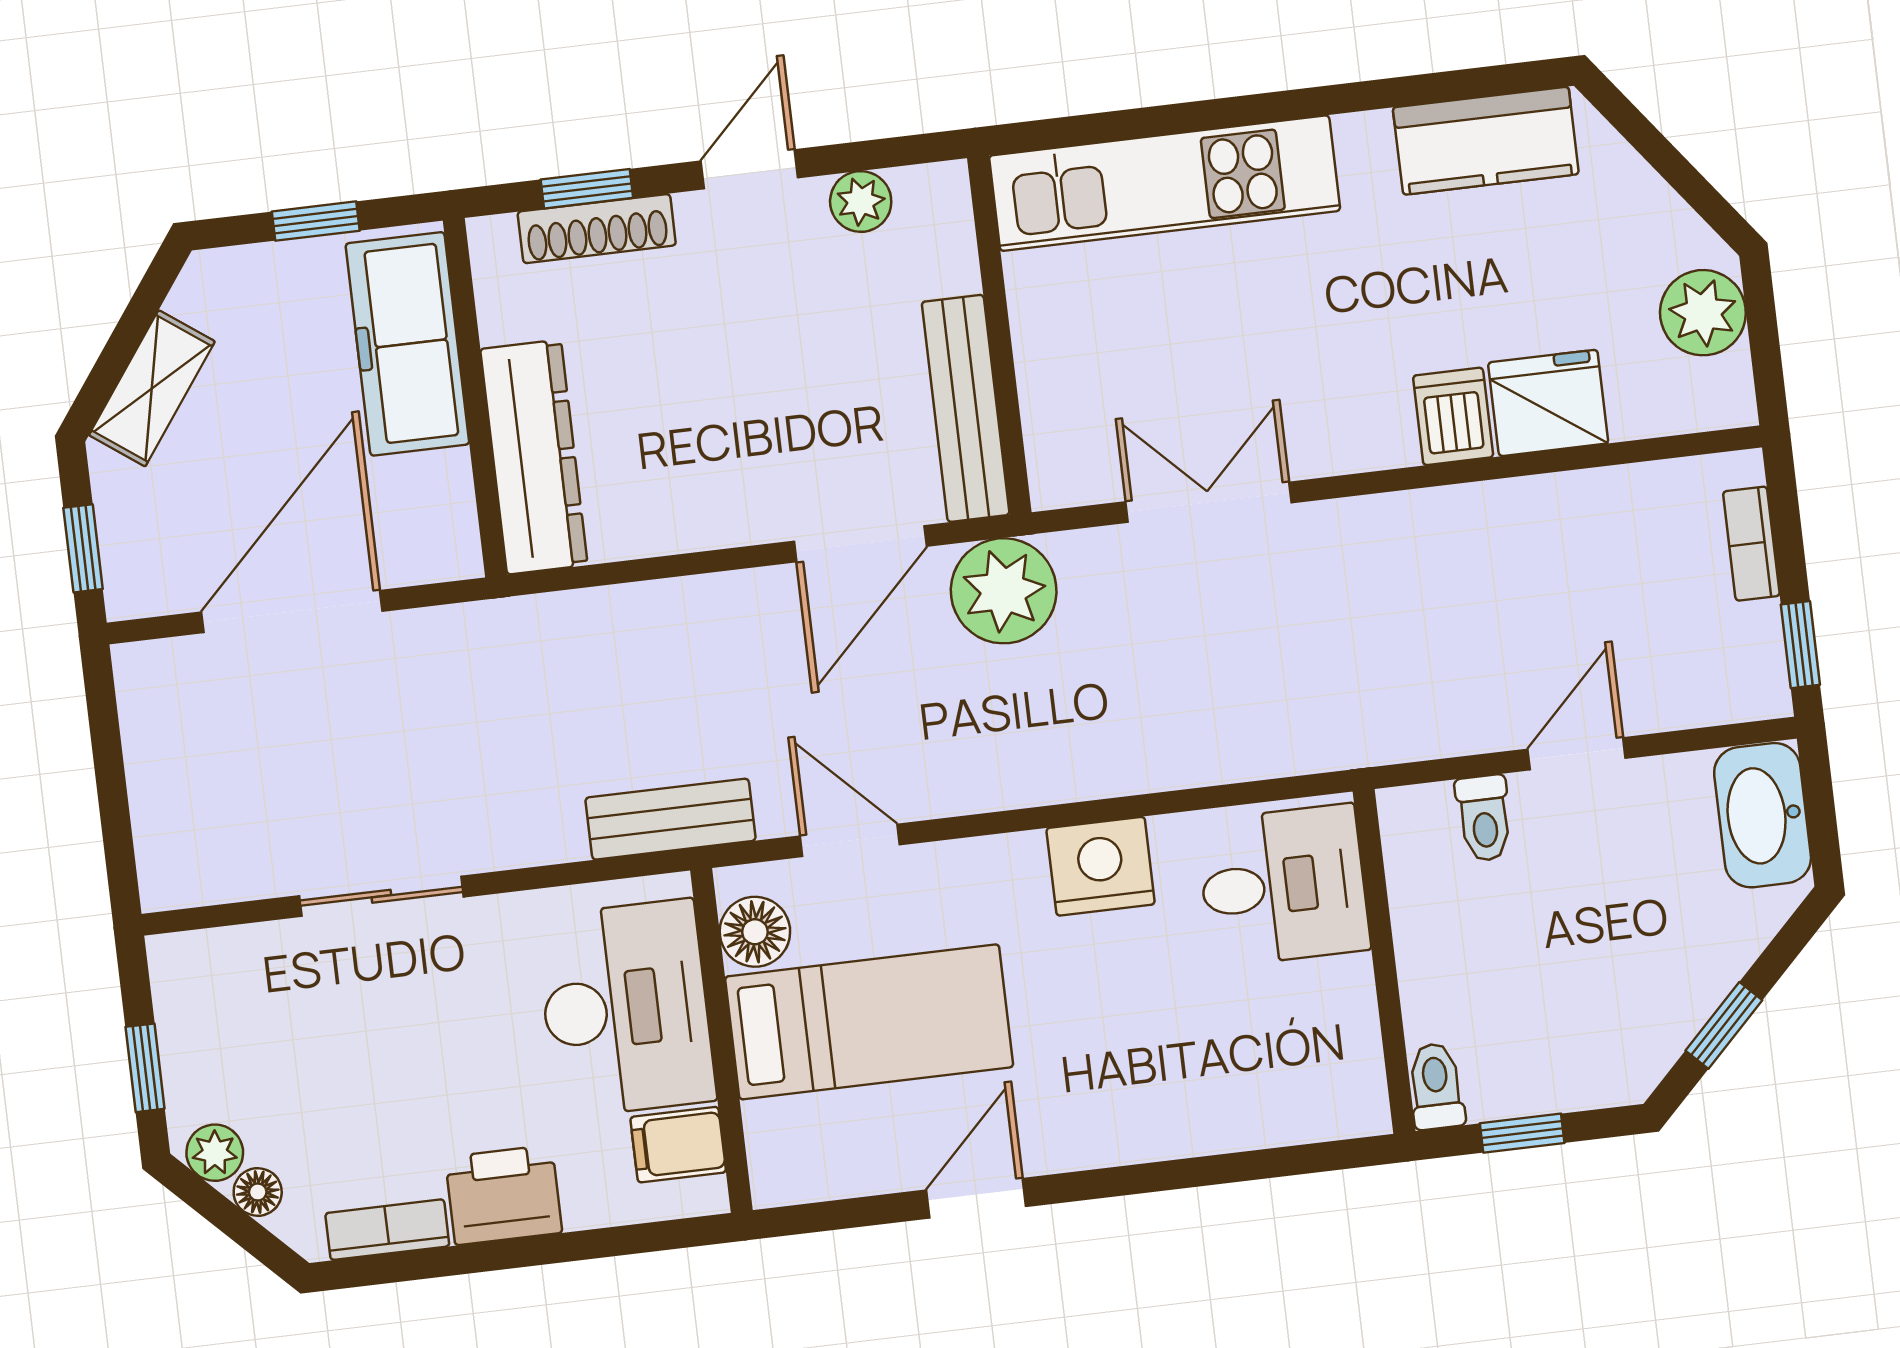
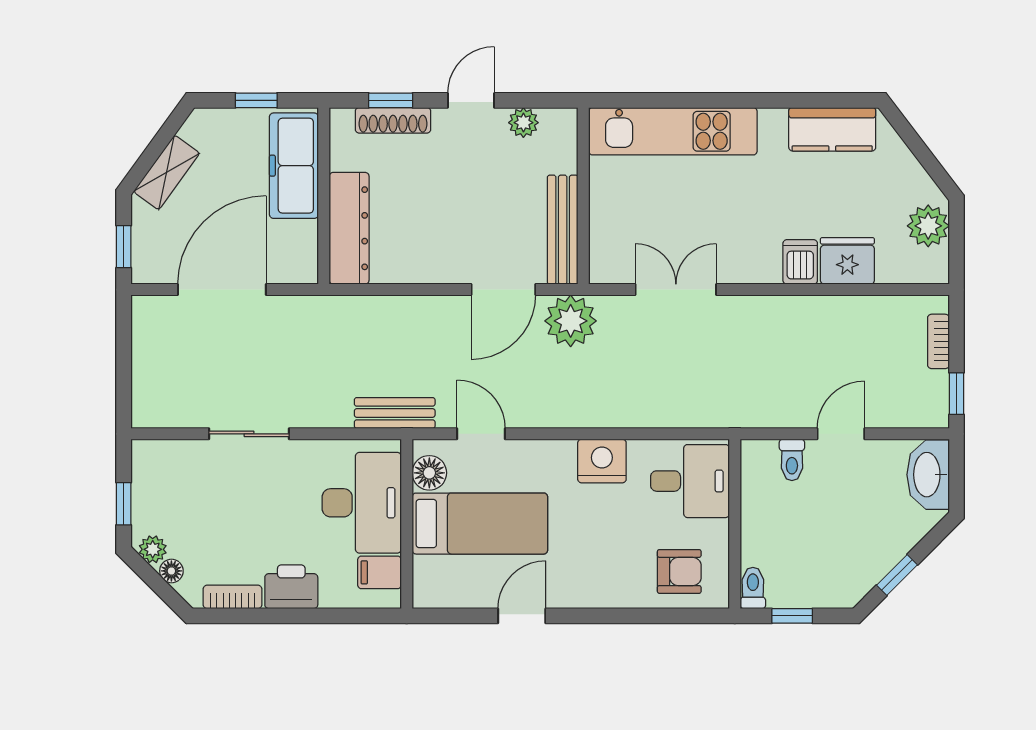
armchair: (1283, 1071) -> (679, 571), added

